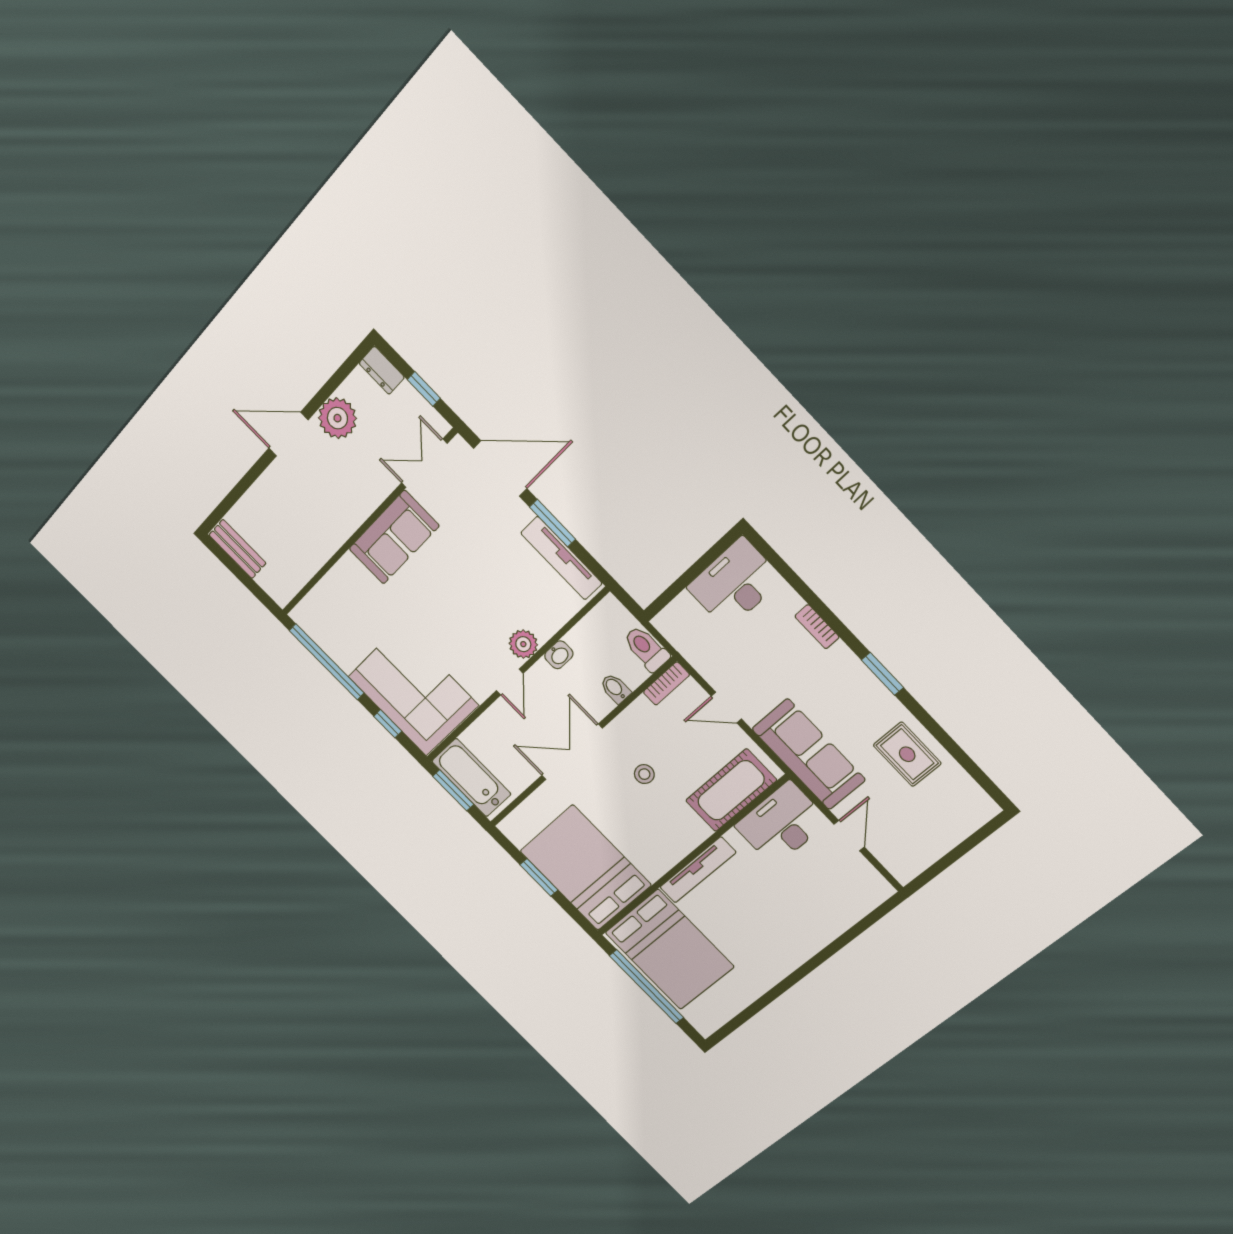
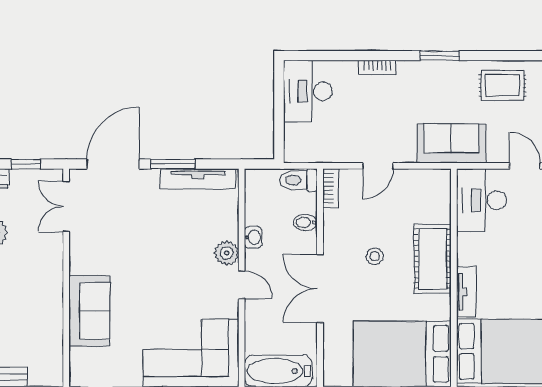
sofa: (394, 537) -> (90, 311), moved
sofa: (809, 754) -> (451, 143), width x0.73
cot: (731, 790) -> (433, 259), moved
tv unit: (698, 870) -> (466, 292), width x0.71

